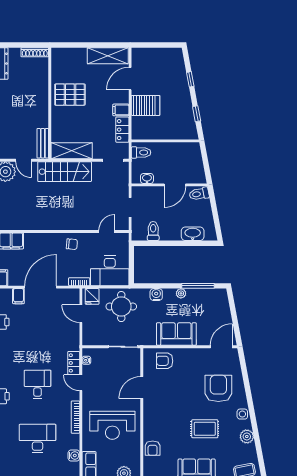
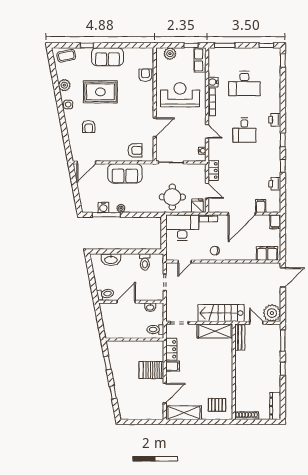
pallet: (70, 95) -> (217, 405), moved, width x0.67, depth x0.71
water cooler: (156, 295) -> (103, 207), moved
locker: (74, 363) -> (213, 170), moved
armchair: (218, 388) -> (89, 127), width x0.53, depth x0.53
rug: (205, 429) -> (100, 92), width x1.36, depth x1.43
water cooler: (74, 455) -> (213, 82), moved

